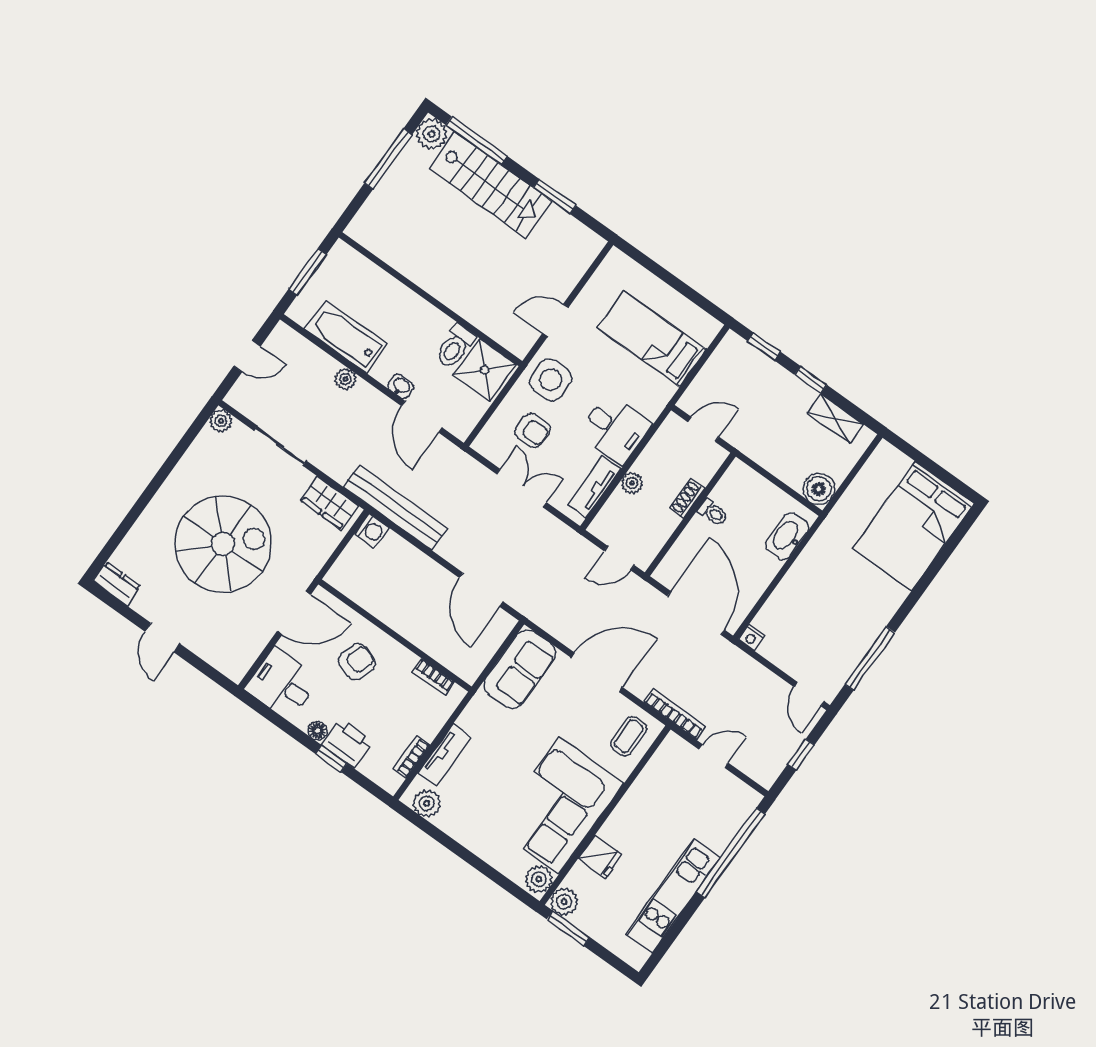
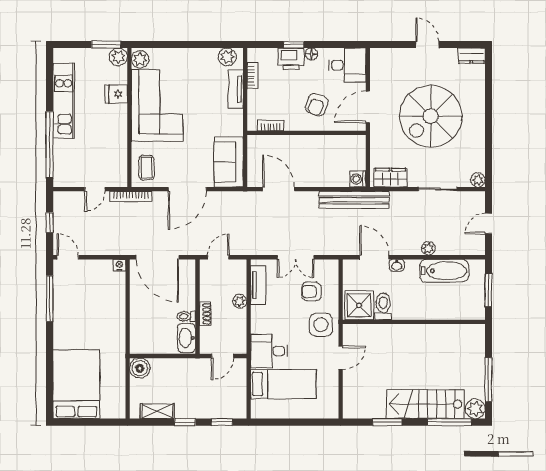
desk: (615, 429) -> (269, 351), moved
washbasin: (787, 536) -> (186, 338), moved, turned 180

